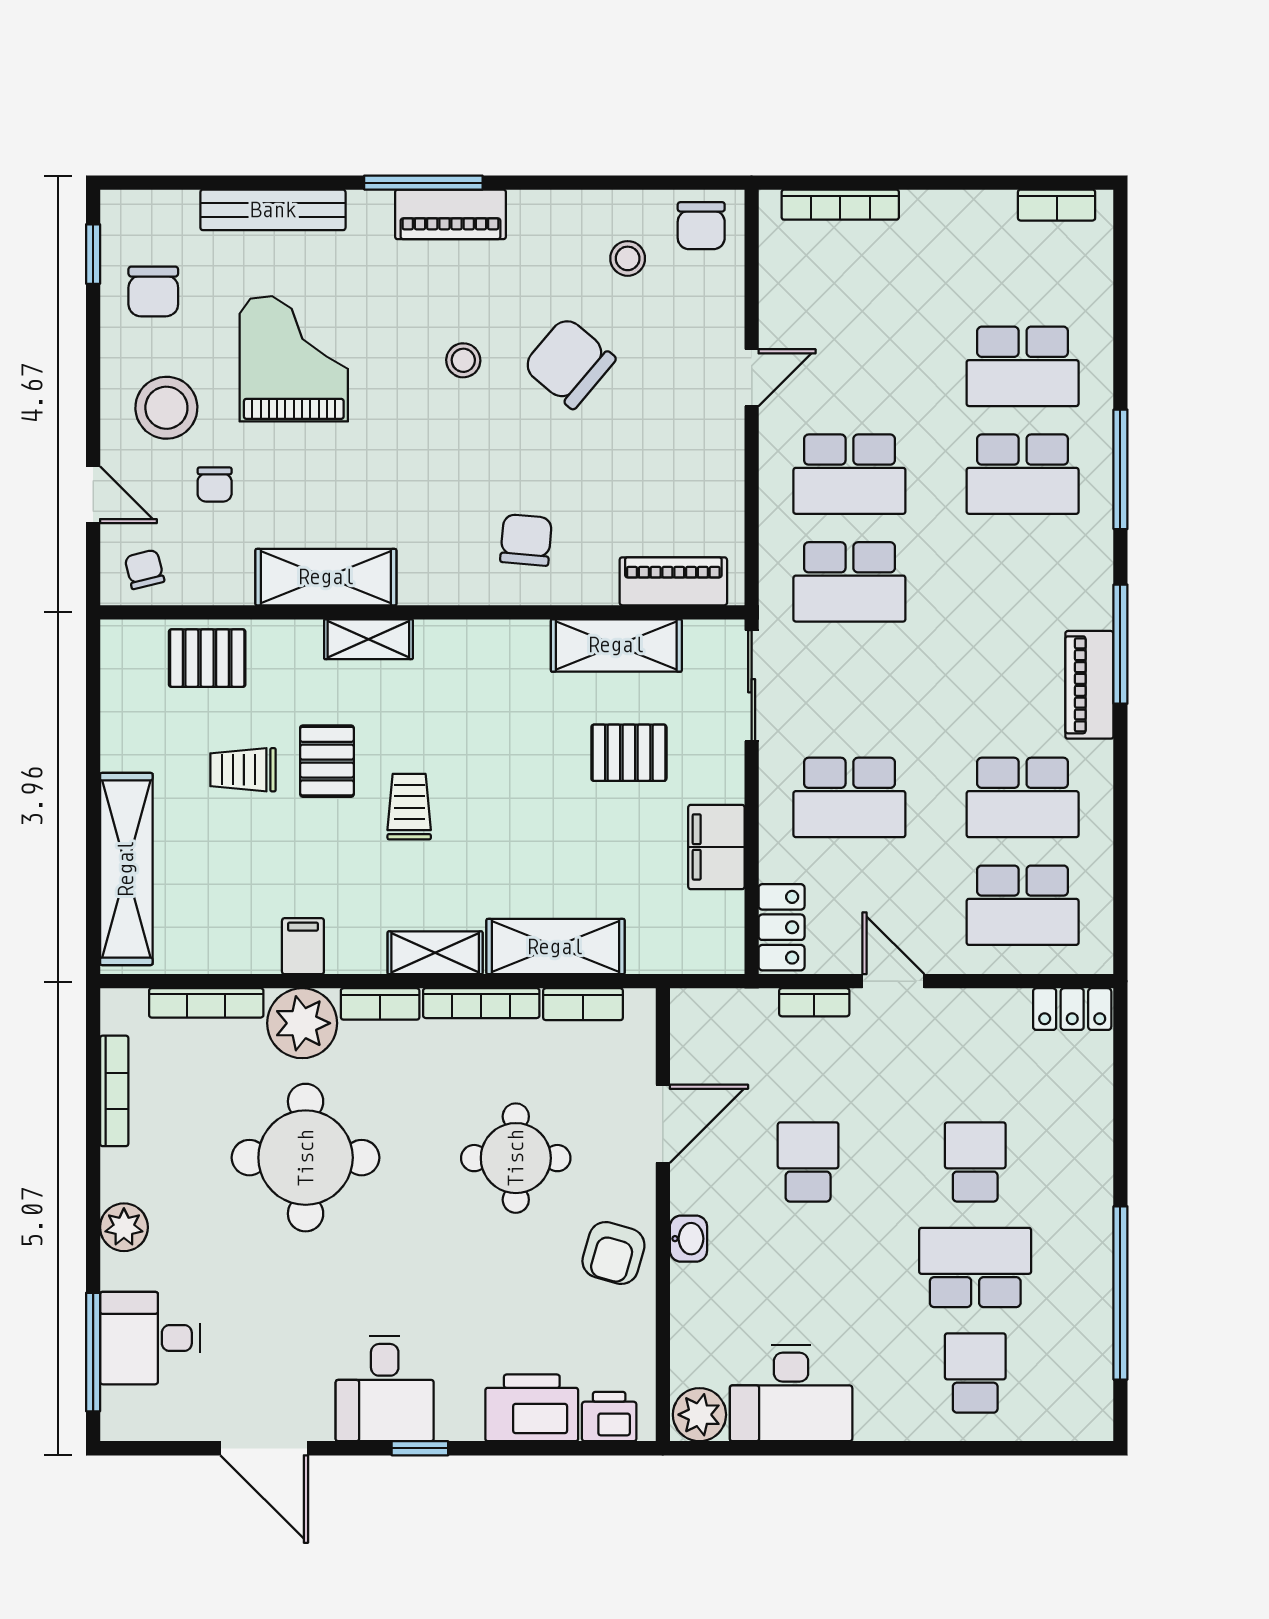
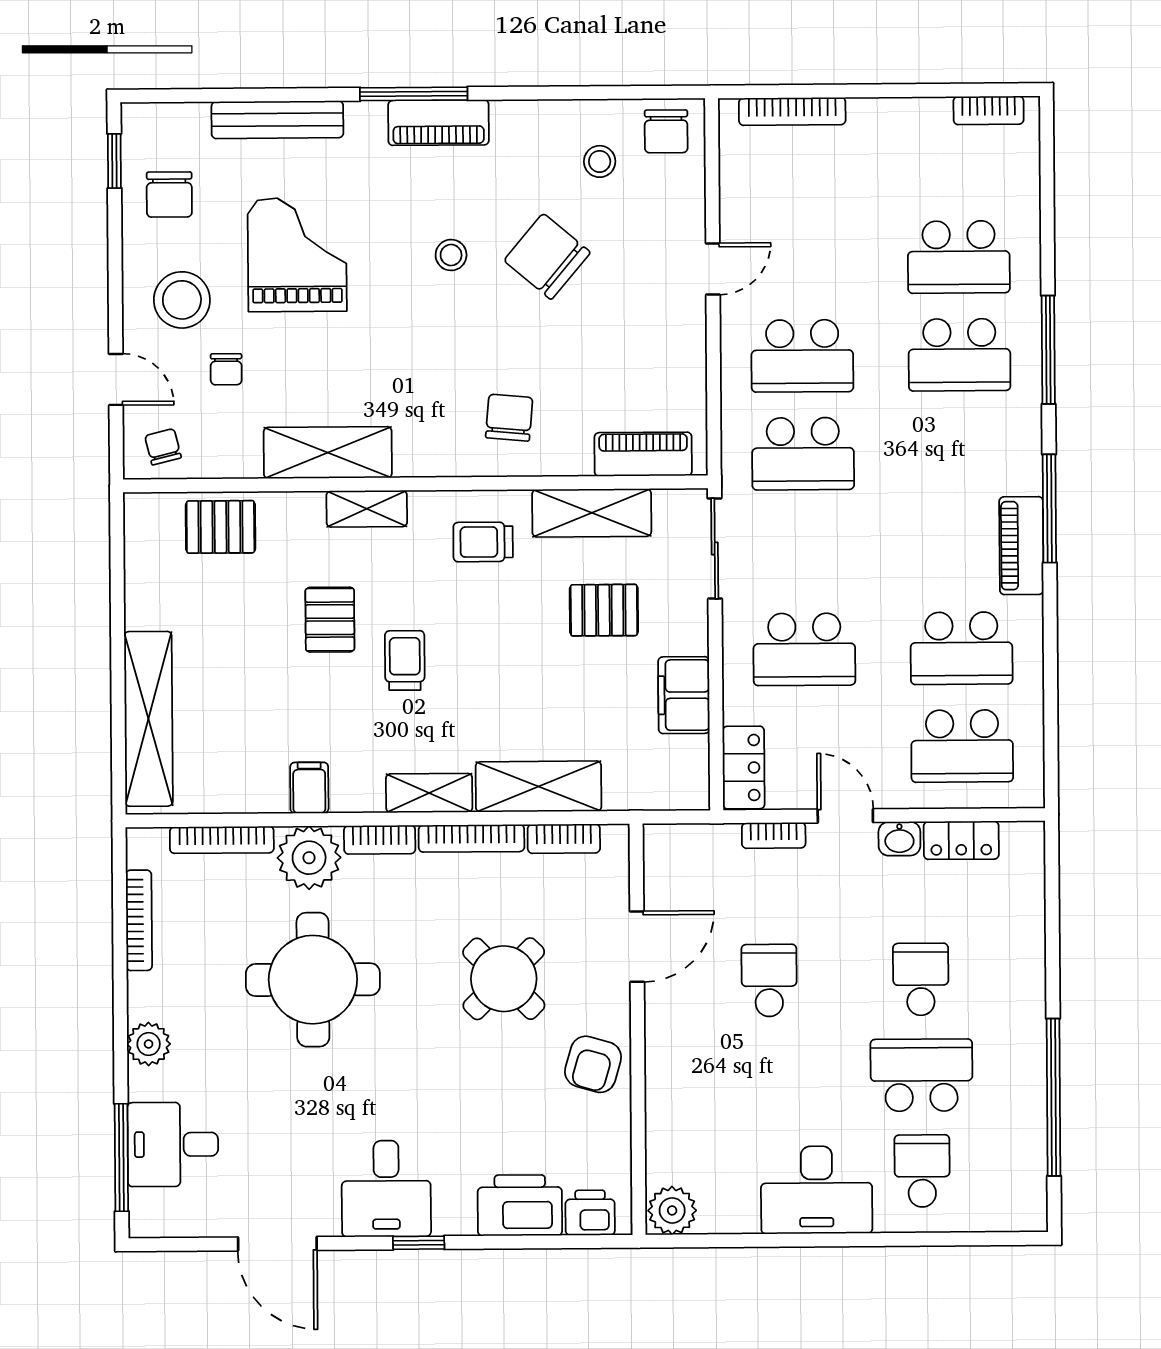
trolley: (243, 770) -> (483, 542), moved
locker: (1072, 1009) -> (961, 840), moved
round table: (516, 1158) -> (504, 979), turned 45
washbasin: (688, 1239) -> (899, 839), moved, turned 90
desk: (791, 1393) -> (817, 1190), moved

